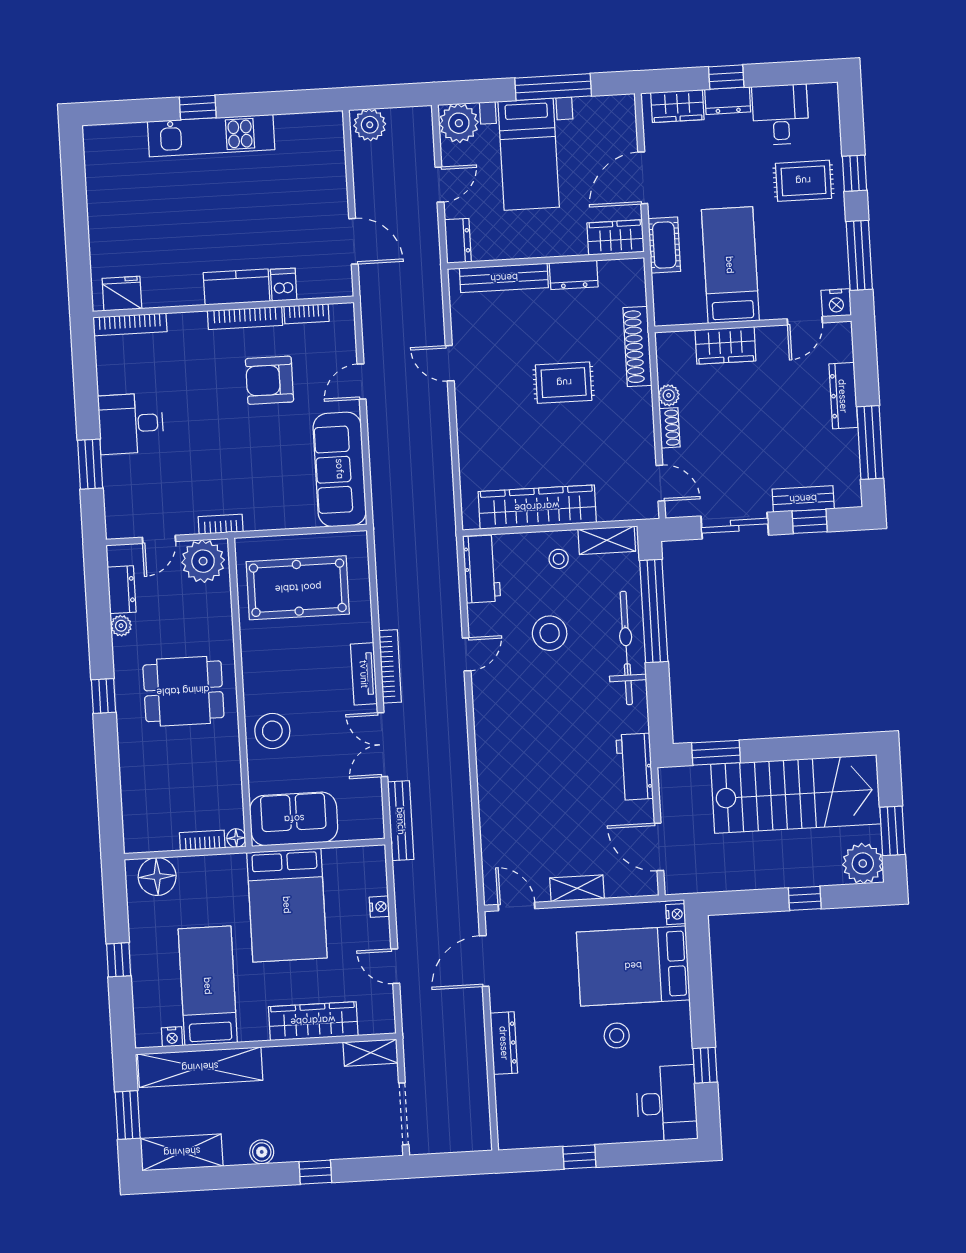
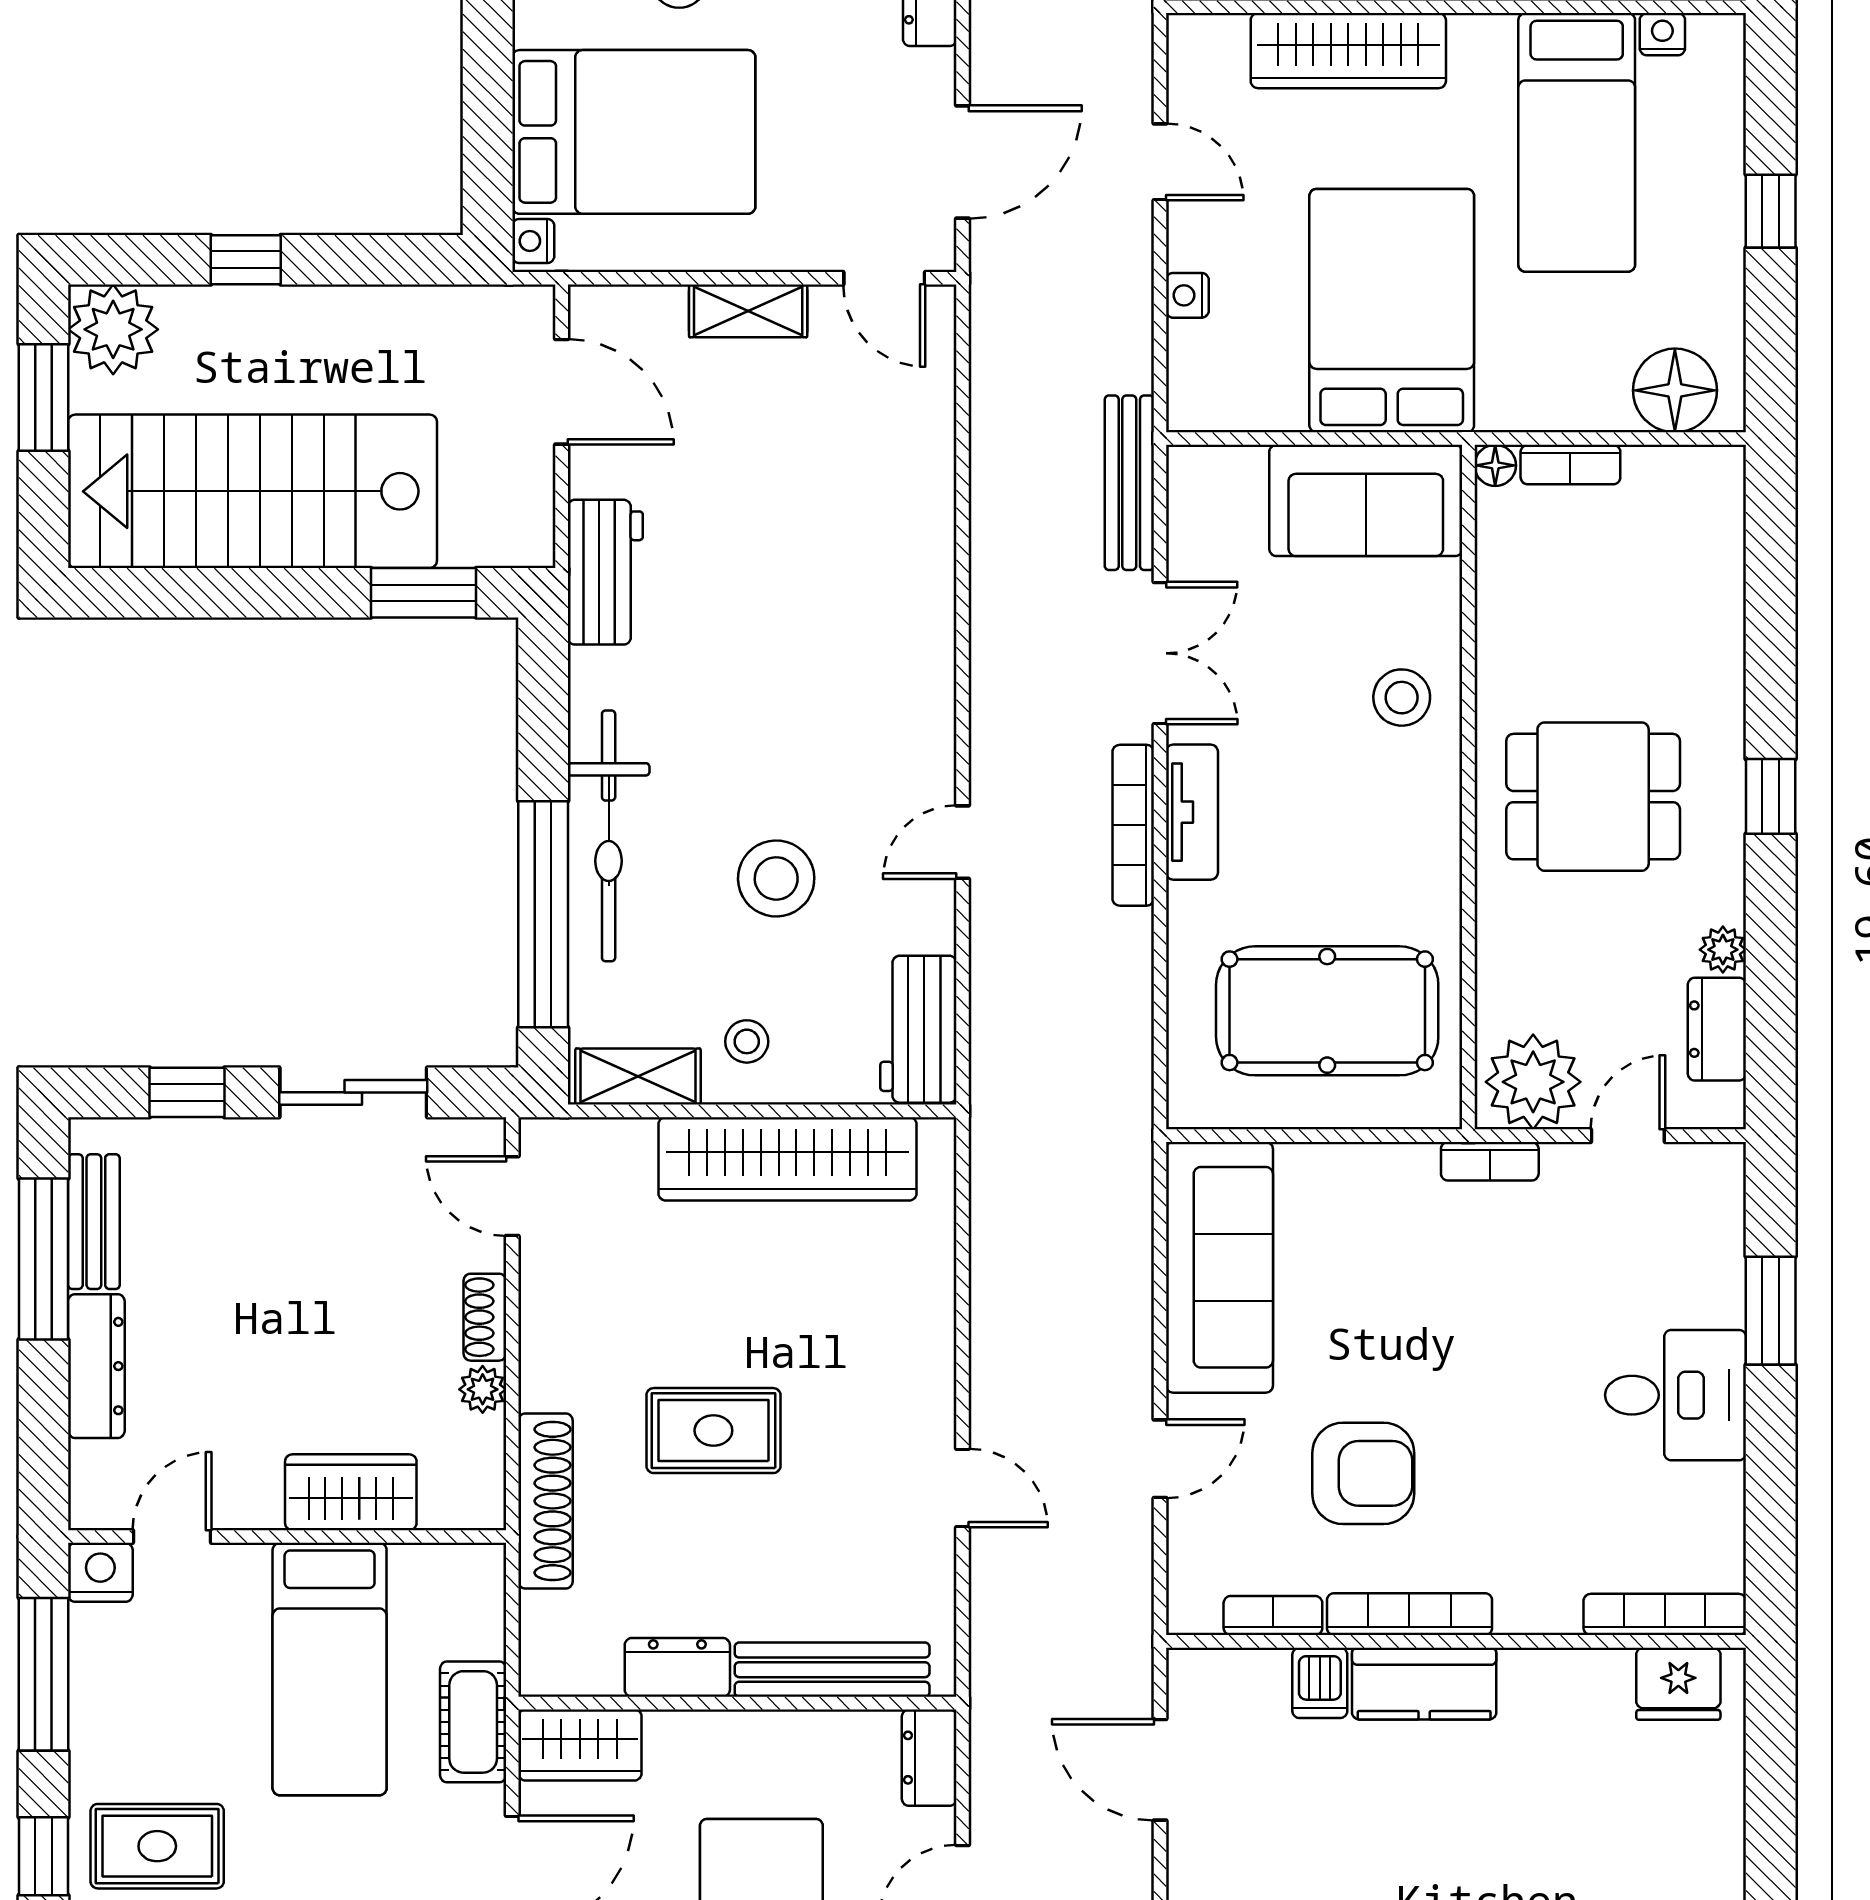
bench: (803, 499) -> (94, 1222), moved, turned 90
stool: (272, 731) -> (1402, 698), width x0.73, depth x0.73

